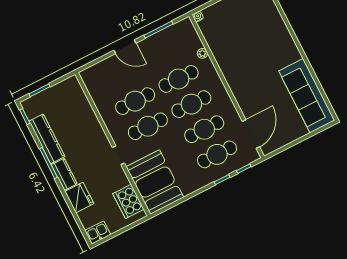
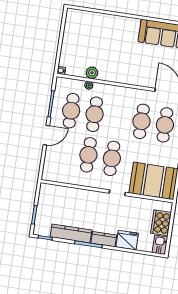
plant: (217, 48) -> (92, 73), added
cafe table: (191, 104) -> (71, 111), moved
cooker: (128, 201) -> (161, 223), moved, turned 90

